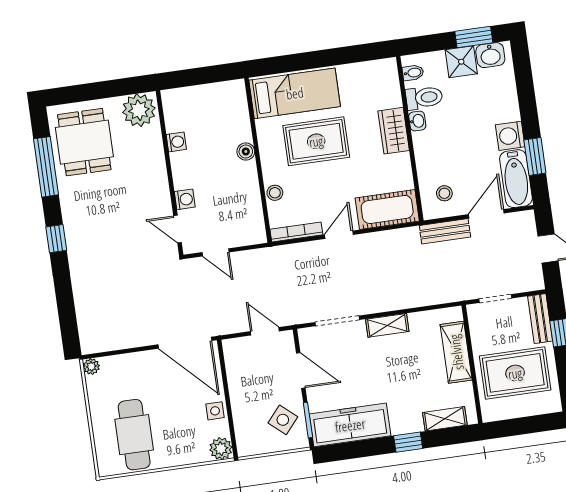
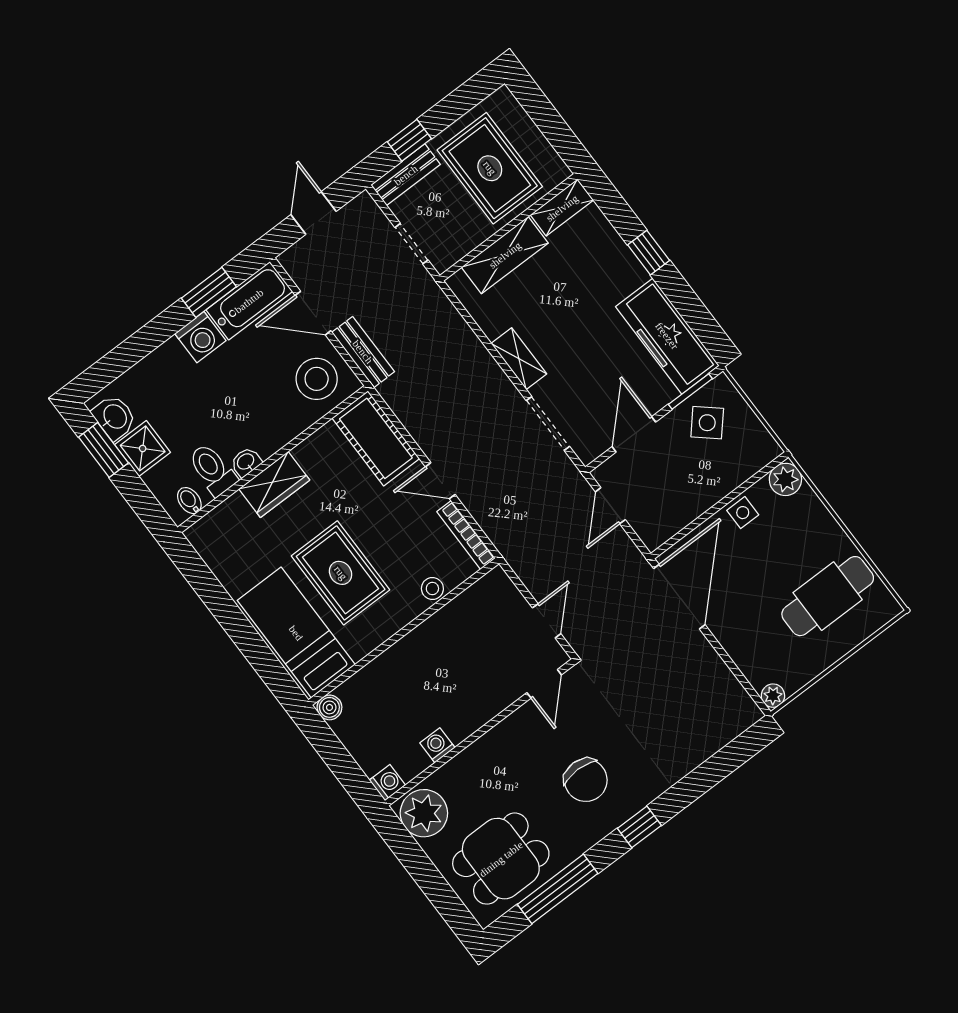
boiler: (246, 151) -> (329, 707), moved
stool: (444, 193) -> (317, 379), width x1.89, depth x1.89
washing machine: (185, 199) -> (387, 783), moved, turned 90
chair: (104, 222) -> (586, 780), added
shelving: (445, 419) -> (562, 208), moved, turned 90

